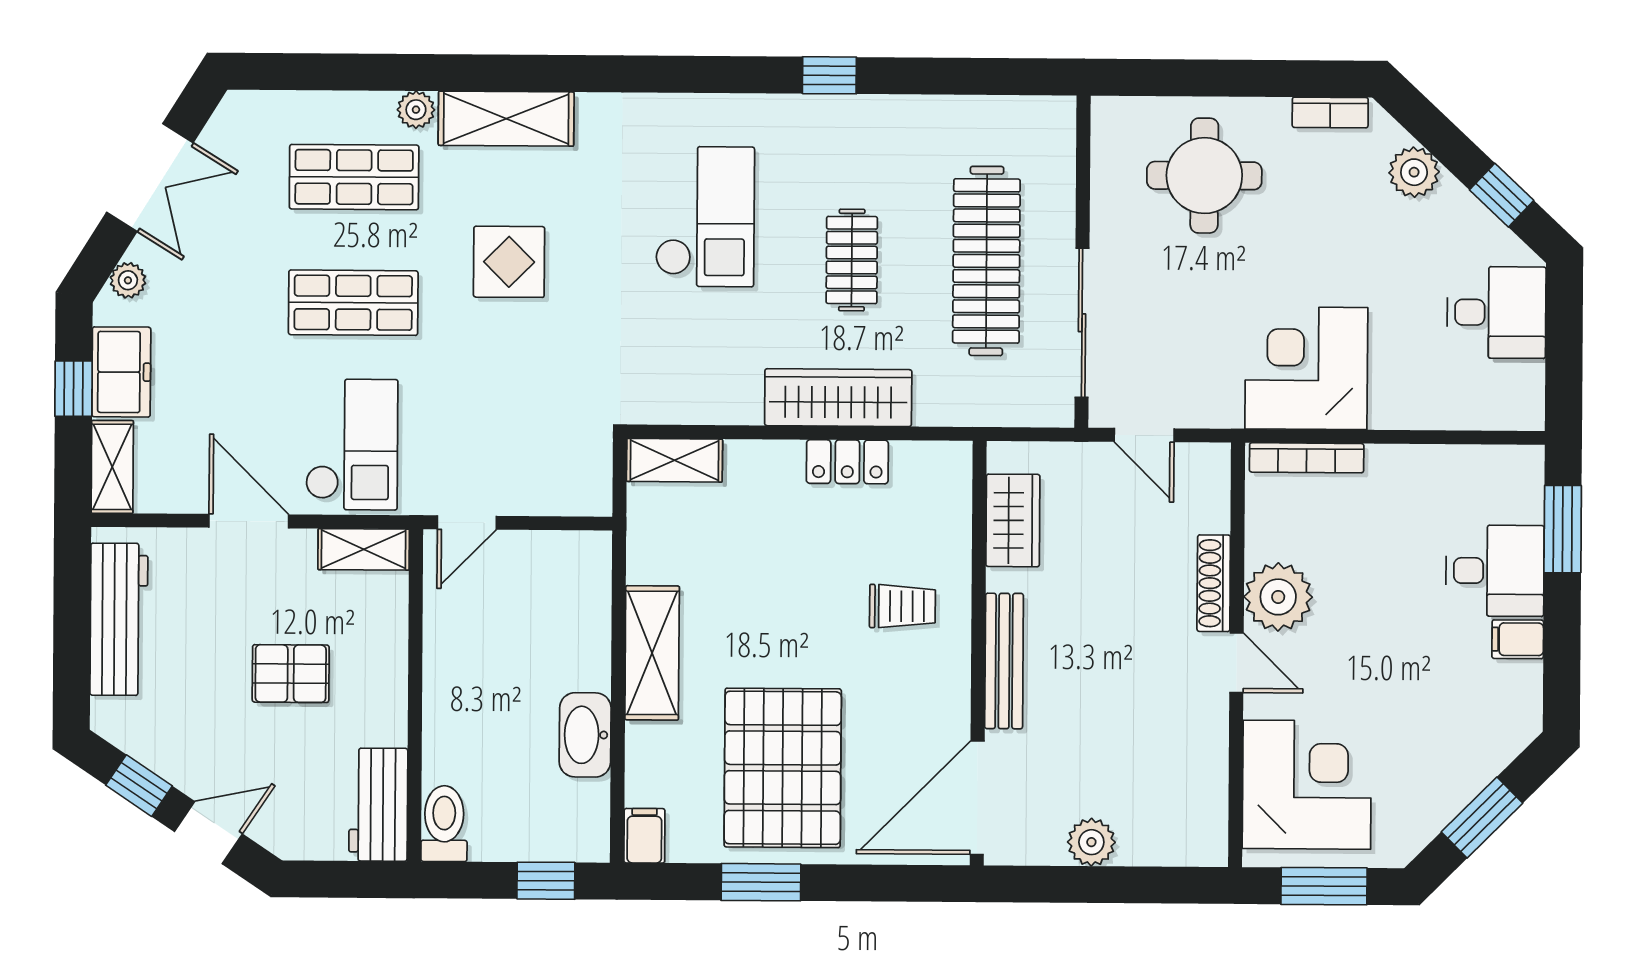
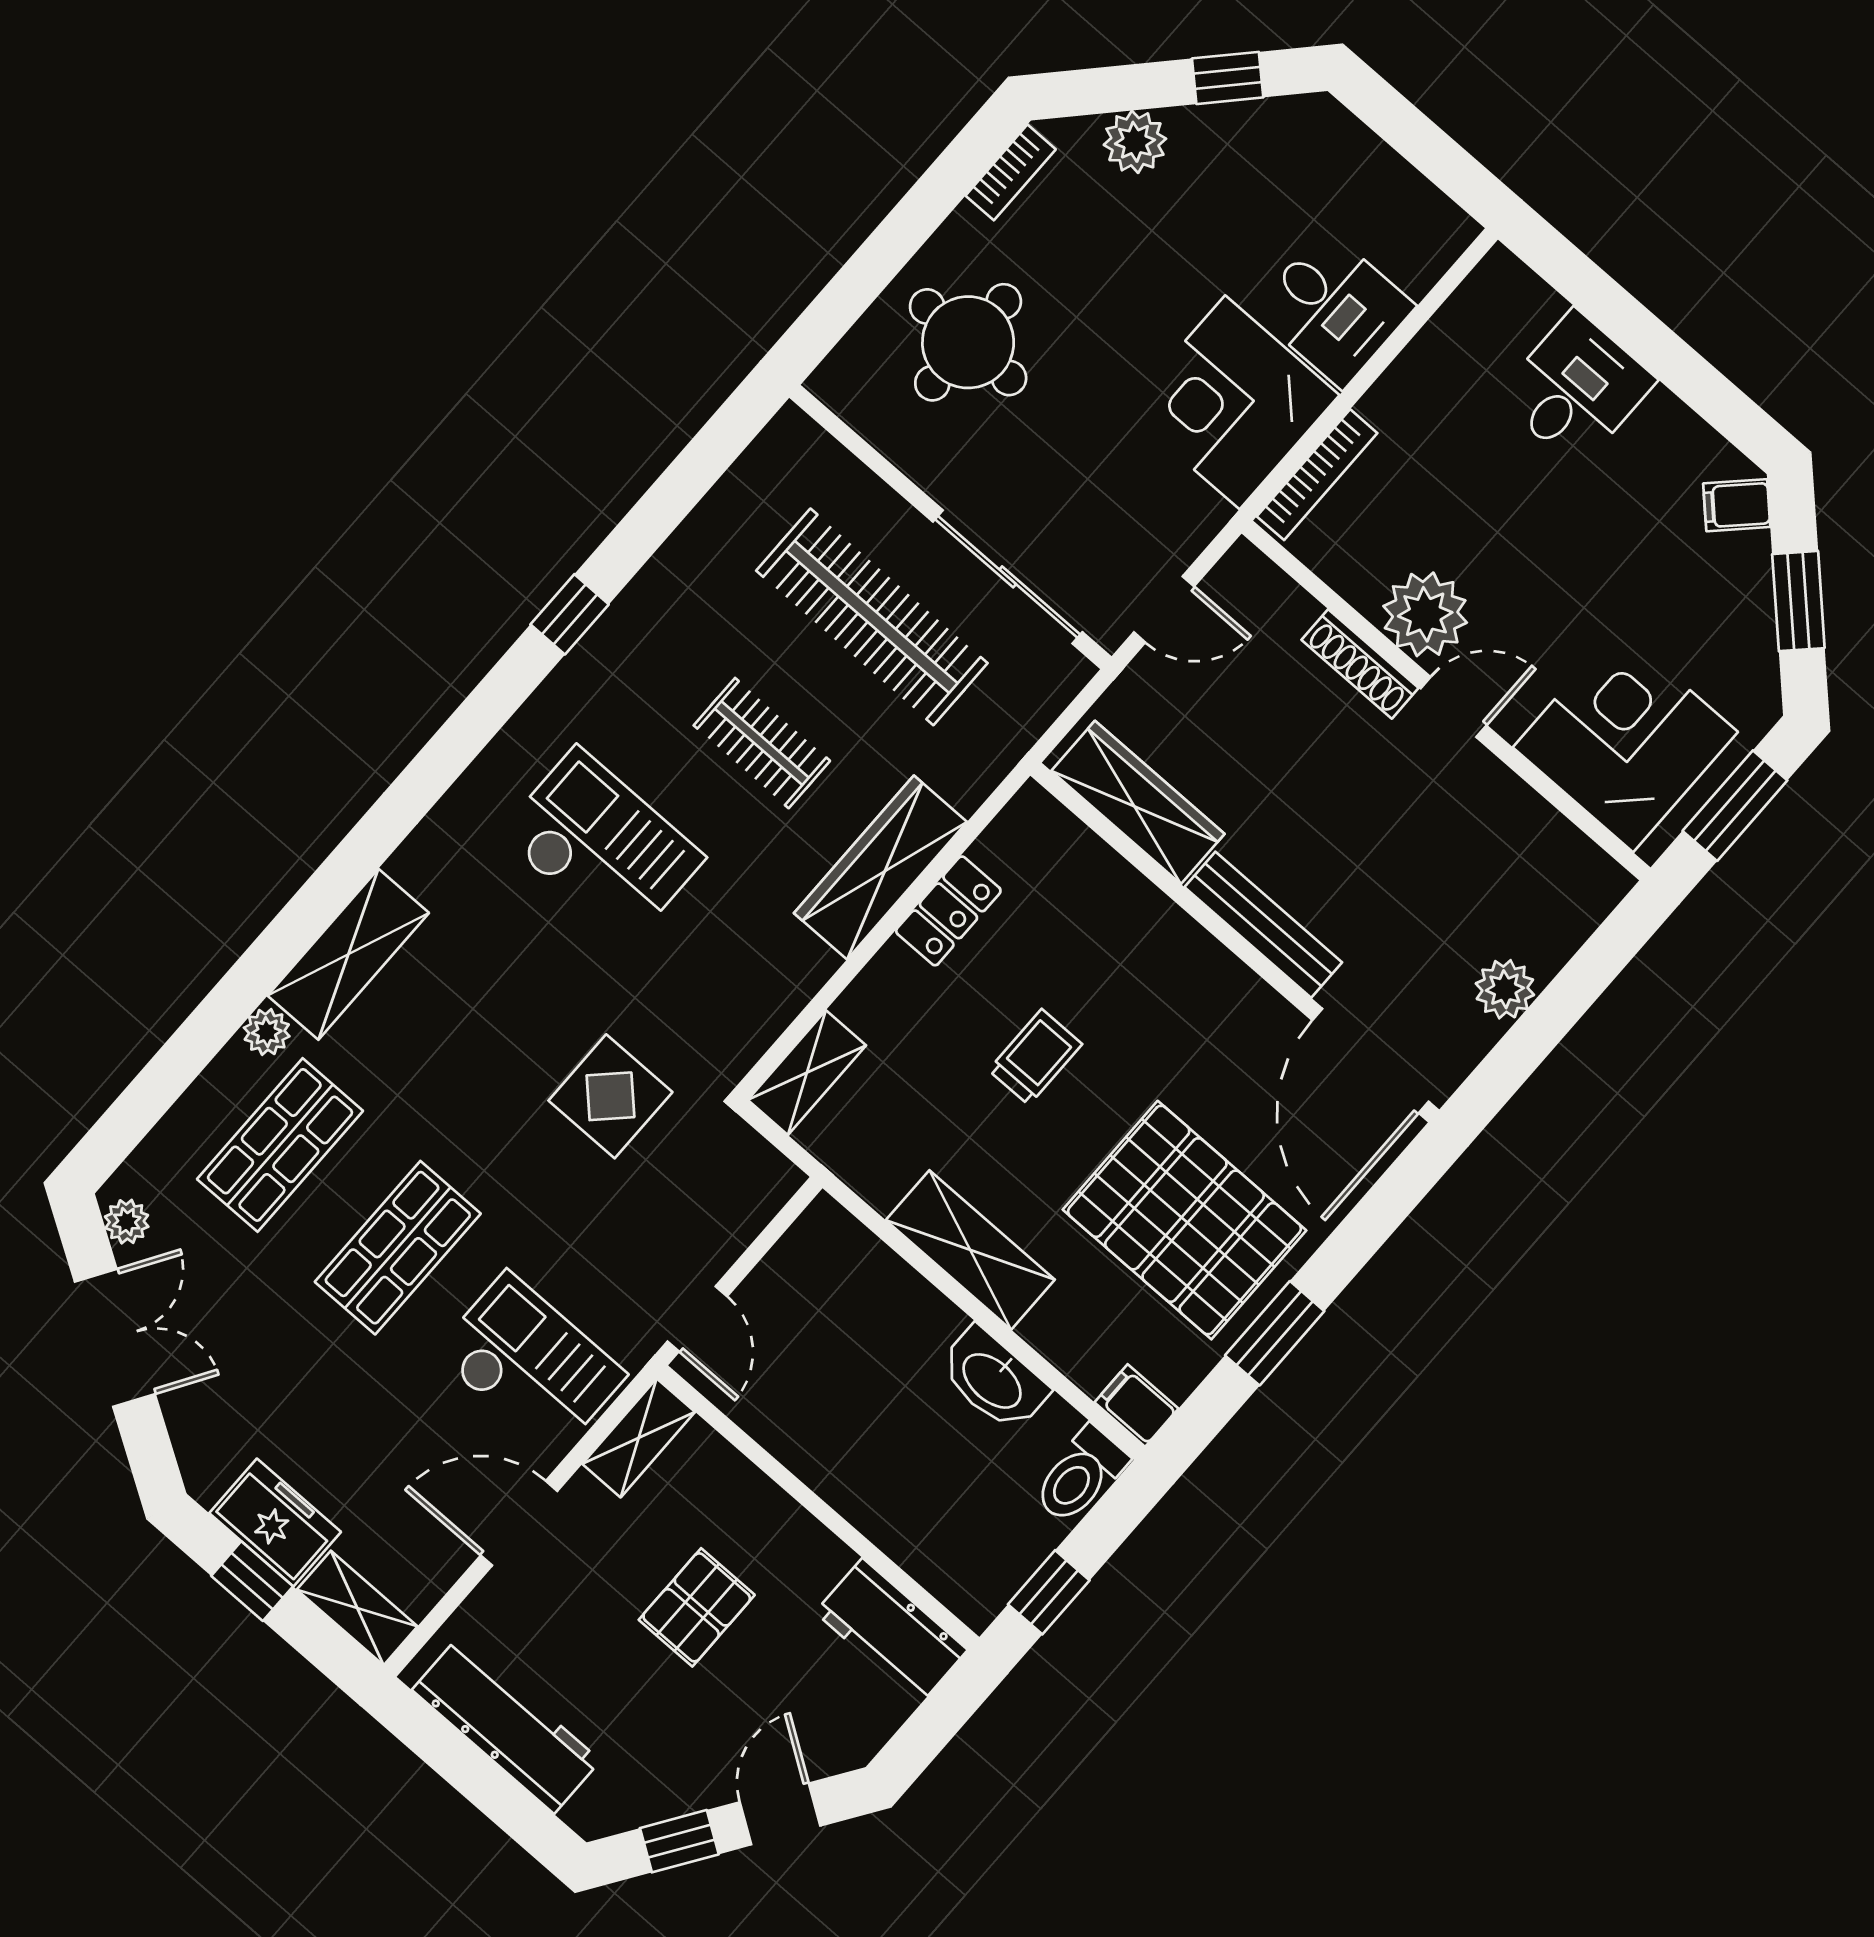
display table: (509, 262) -> (610, 1096), moved
plant: (128, 280) -> (127, 1222), moved
desk: (1496, 312) -> (1334, 308), moved, turned 90
wardrobe: (1013, 520) -> (1138, 802), width x1.50
window: (1563, 529) -> (1592, 291), removed
trolley: (902, 606) -> (1035, 1057), moved
filing cabinet: (1518, 639) -> (1737, 505), moved, turned 45
toilet: (444, 824) -> (1080, 1475), moved, turned -90
window: (546, 881) -> (1049, 1592), moved

